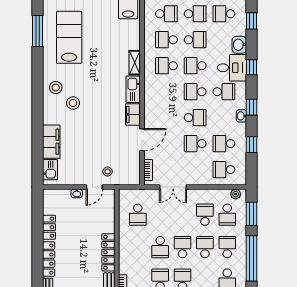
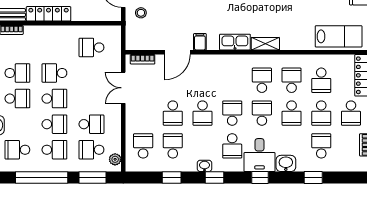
filing cabinet: (133, 114) -> (200, 42), width x0.50
door: (142, 140) -> (177, 52), hinge flipped
school desk: (195, 144) -> (173, 113), turned 180

